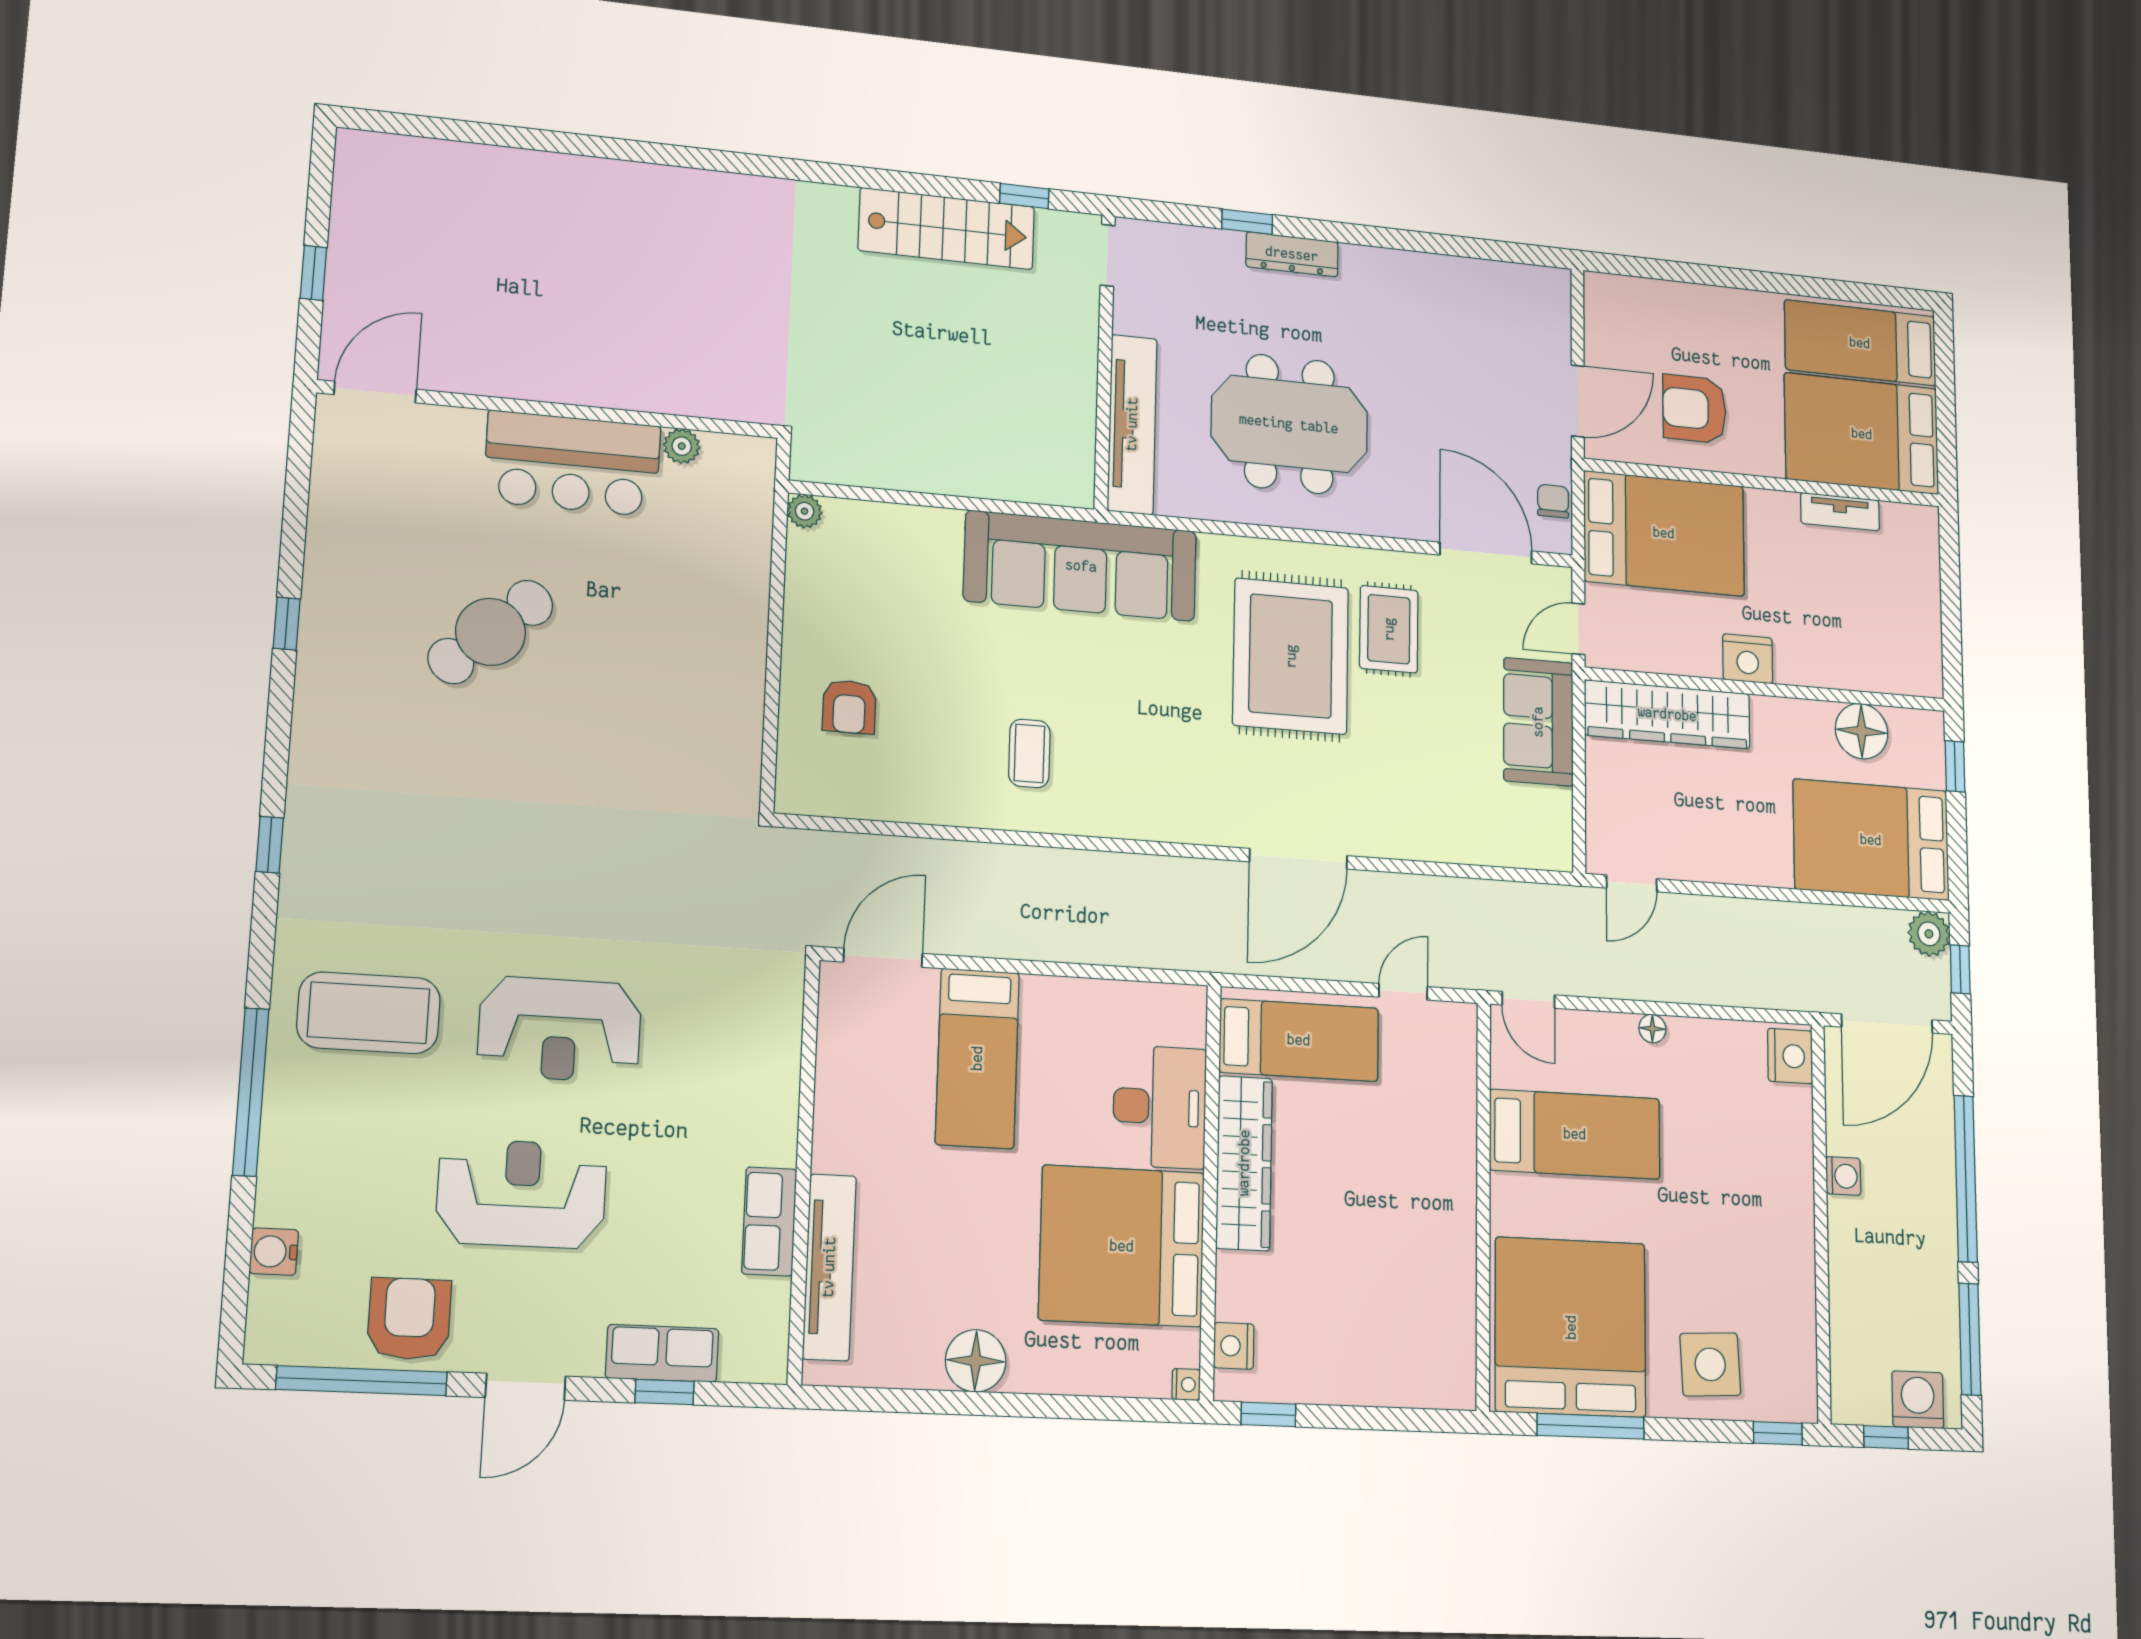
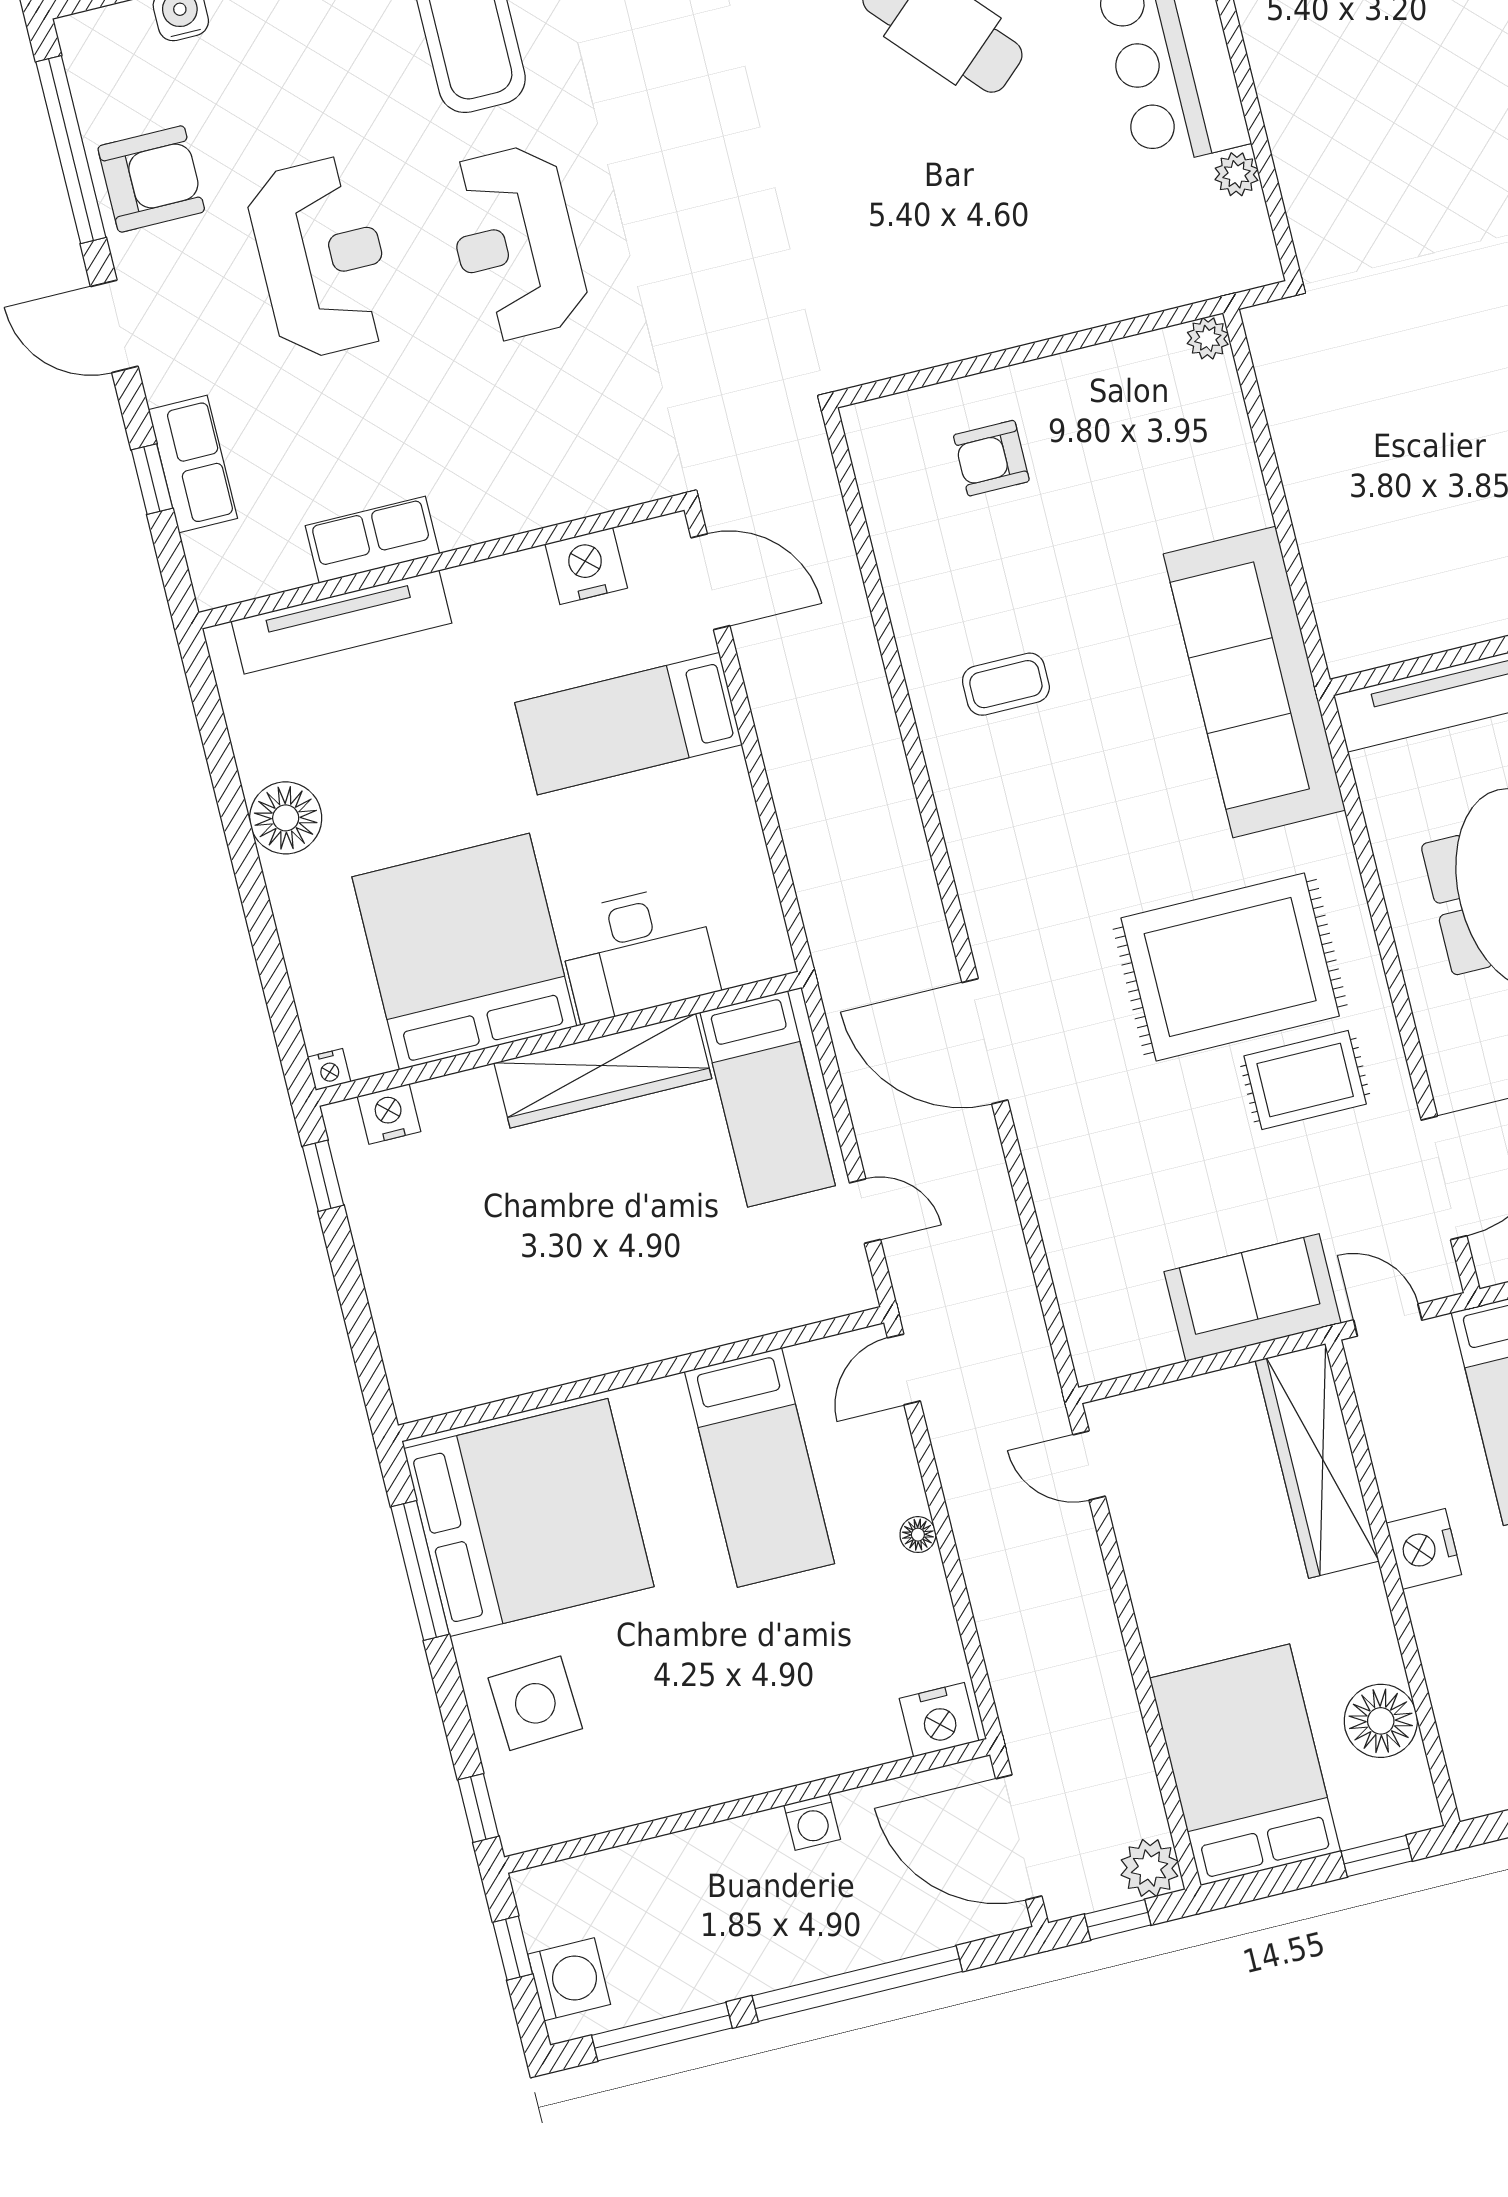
nightstand: (842, 1053) -> (586, 566), added

